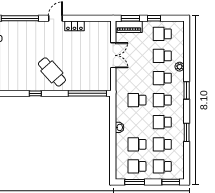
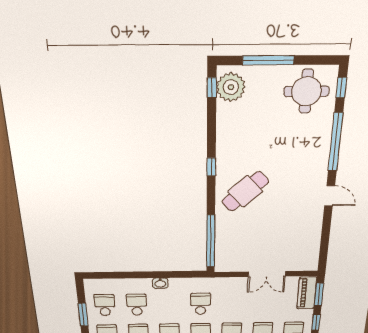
locker: (74, 26) -> (315, 223), removed
window: (135, 182) -> (83, 315), moved

